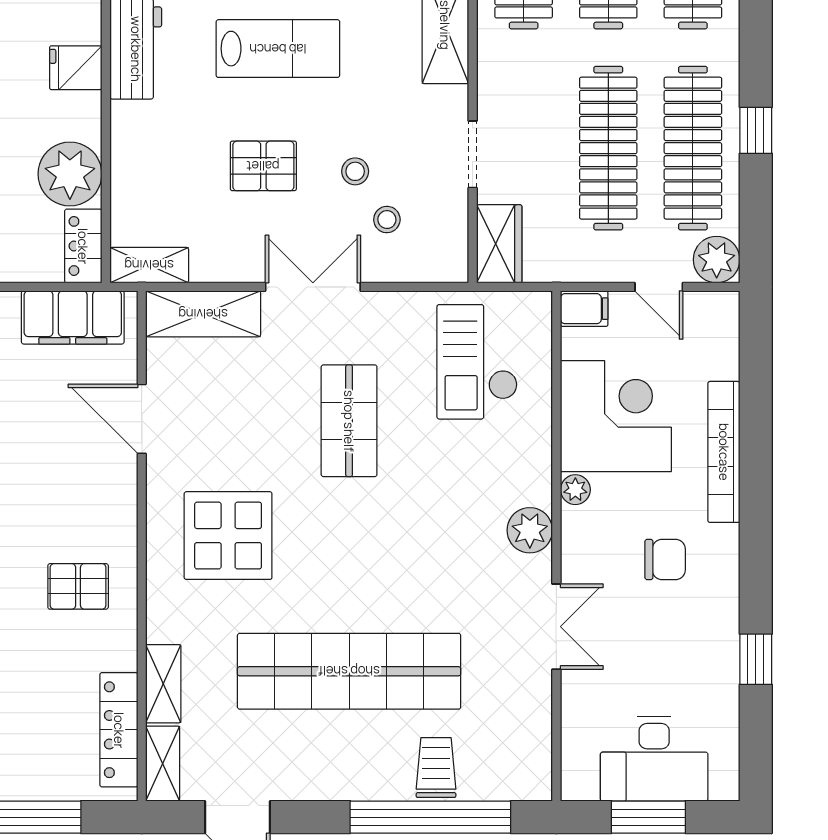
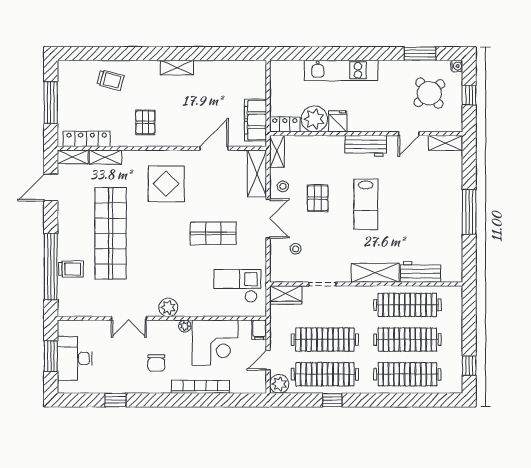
fridge: (76, 68) -> (338, 121), moved
stool: (355, 171) -> (283, 186), moved

